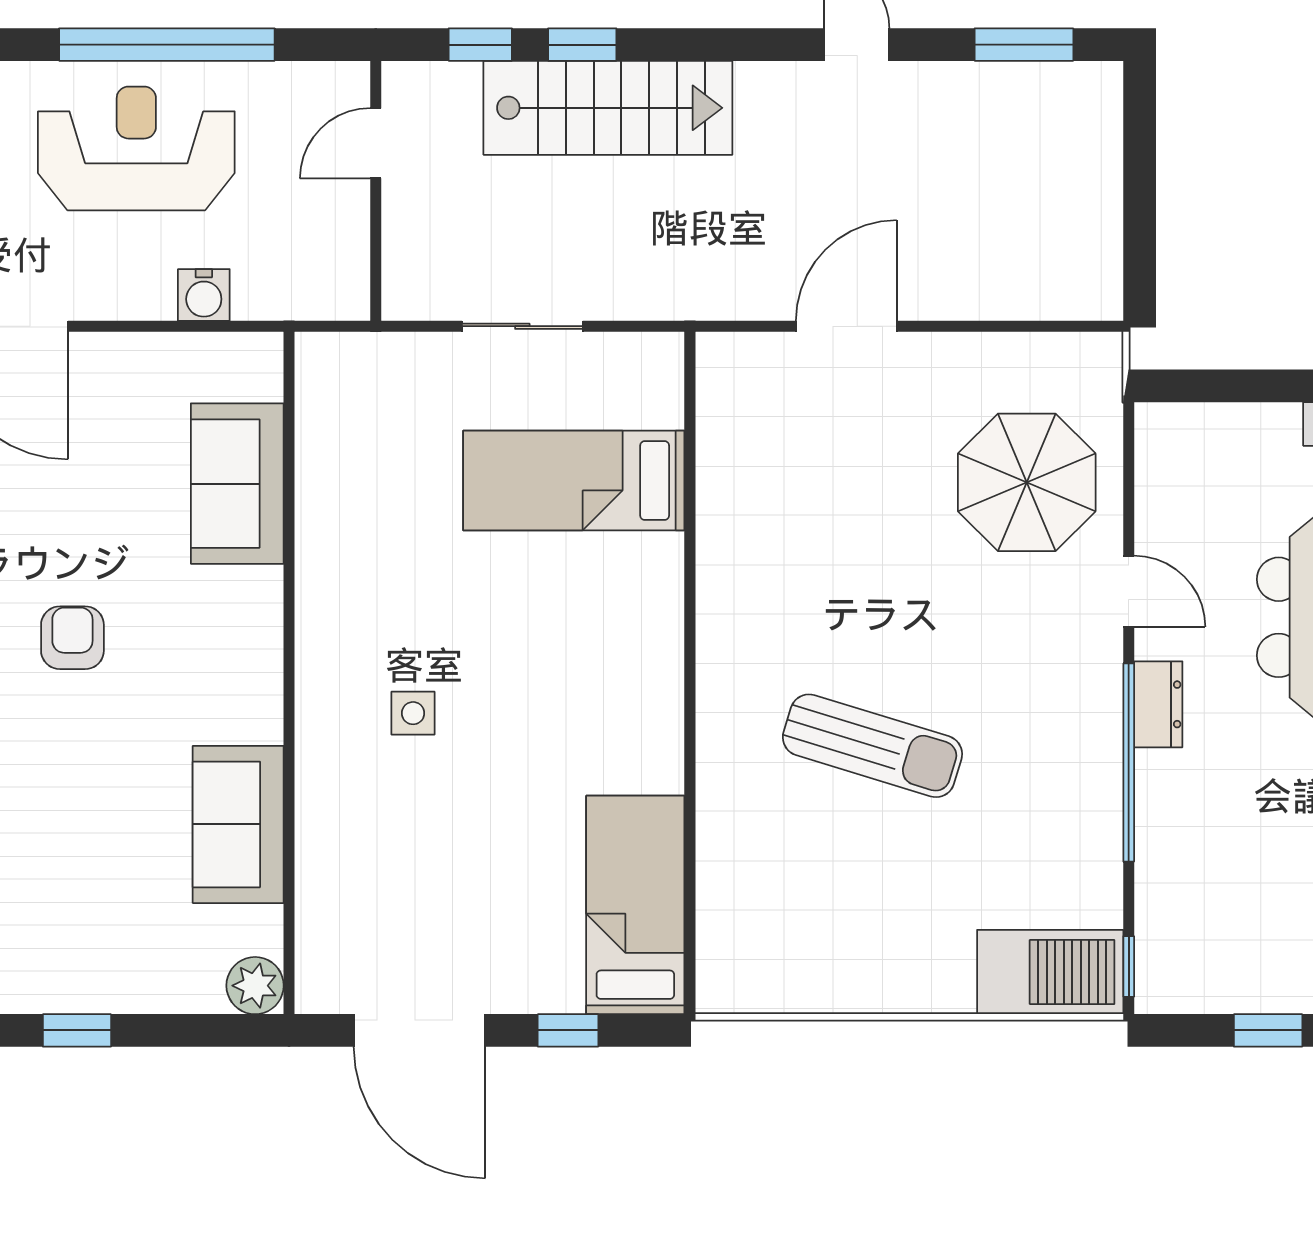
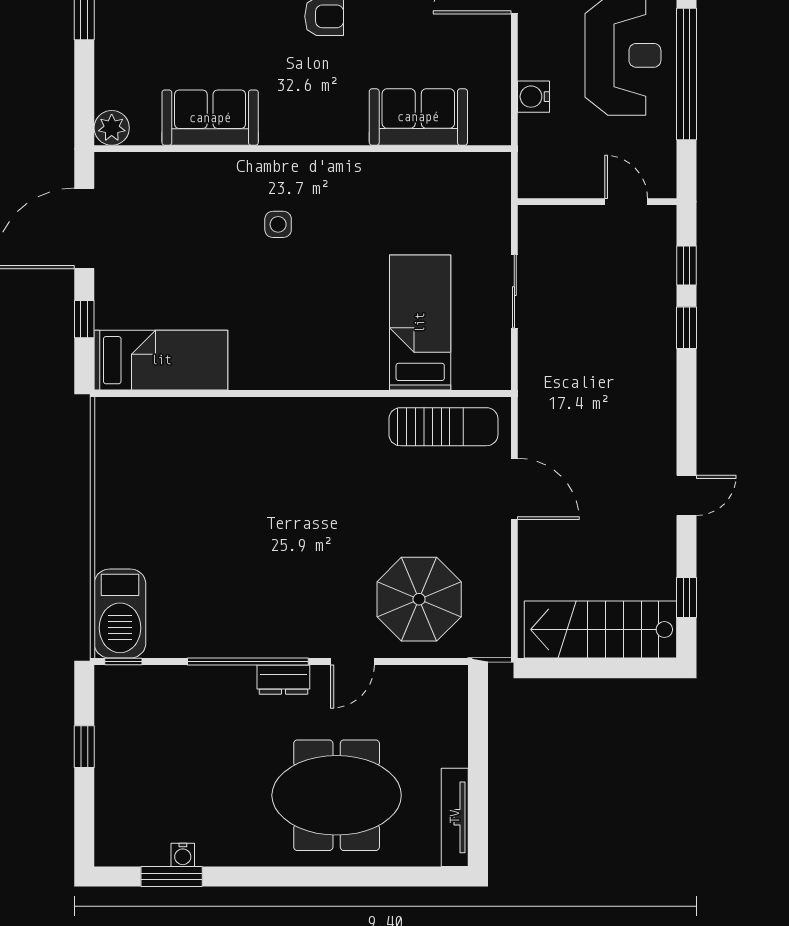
window: (1024, 45) -> (686, 598), width x0.67
stairs: (608, 108) -> (600, 630), moved, turned 90
sun lounger: (872, 746) -> (443, 427), moved, turned -107

